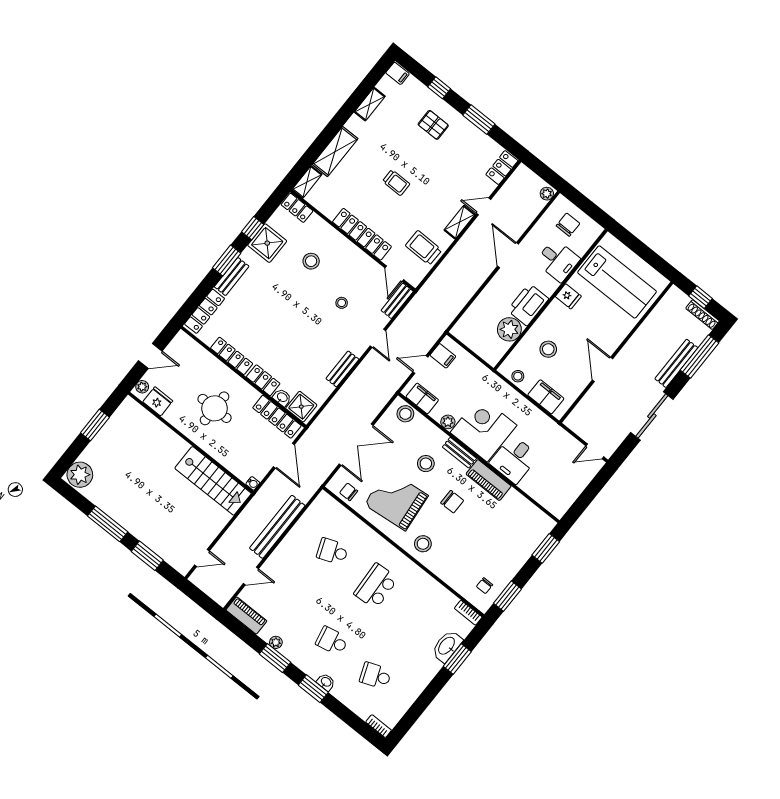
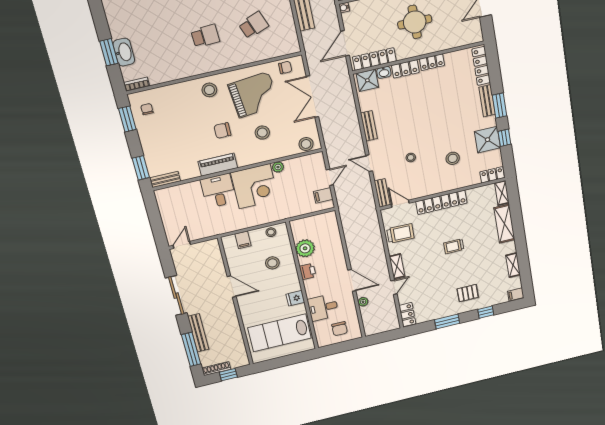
plant: (547, 194) -> (363, 302), moved
printer: (528, 305) -> (308, 271), width x0.53, depth x0.68
locker: (232, 356) -> (432, 62), width x0.66
filing cabinet: (546, 397) -> (243, 240), width x0.50
filing cabinet: (422, 398) -> (307, 162), removed
bench: (459, 453) -> (165, 179), moved
door: (284, 456) -> (345, 43), hinge flipped
school desk: (376, 586) -> (205, 36), width x0.54

